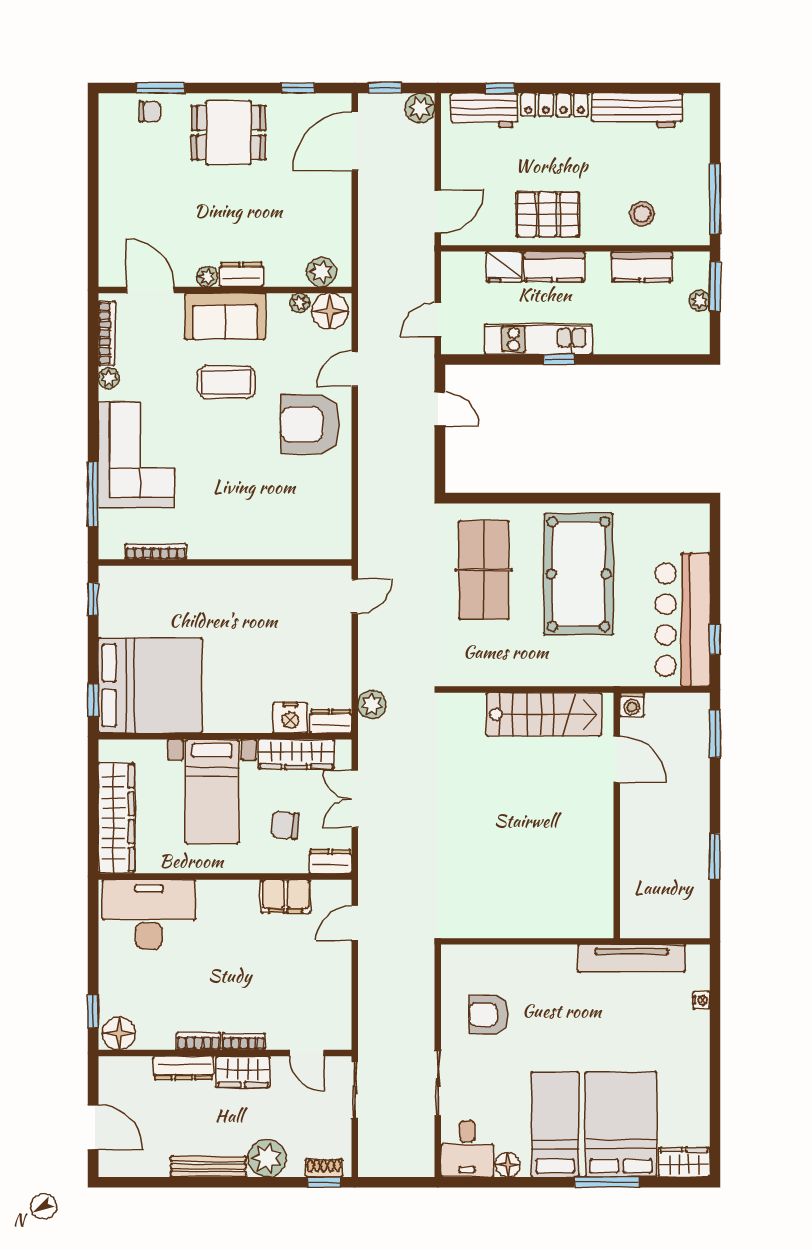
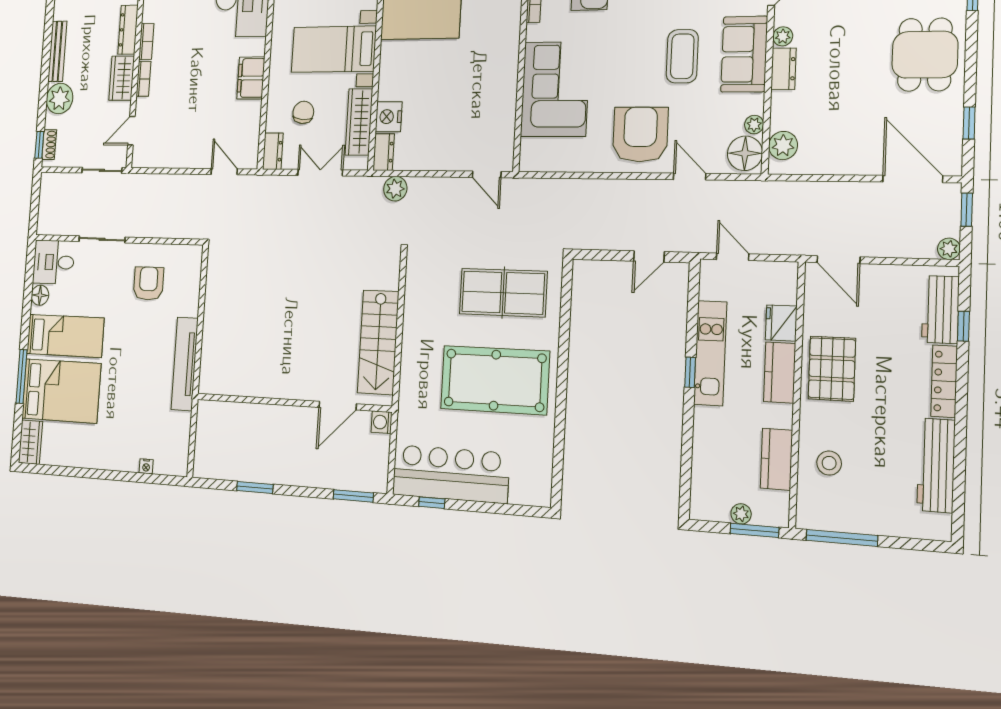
plant: (420, 108) -> (949, 249), width x0.73, depth x0.73
corner sofa: (261, 522) -> (555, 89), added
filing cabinet: (286, 896) -> (251, 78), moved
tv unit: (632, 958) -> (185, 364), moved

